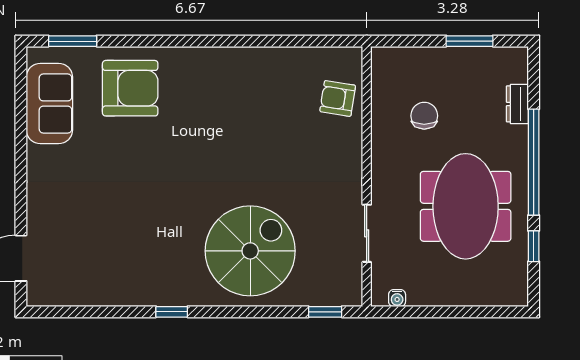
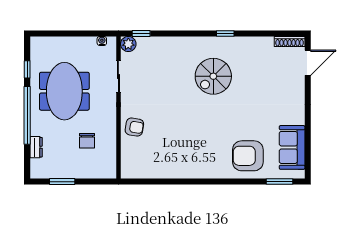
armchair: (338, 98) -> (134, 127), moved
spiral stairs: (250, 251) -> (213, 76), moved, width x0.73, depth x0.73
plant: (349, 293) -> (128, 44), added
shoe rack: (54, 297) -> (290, 41), added

